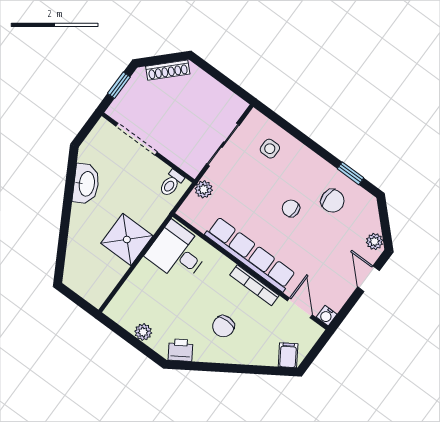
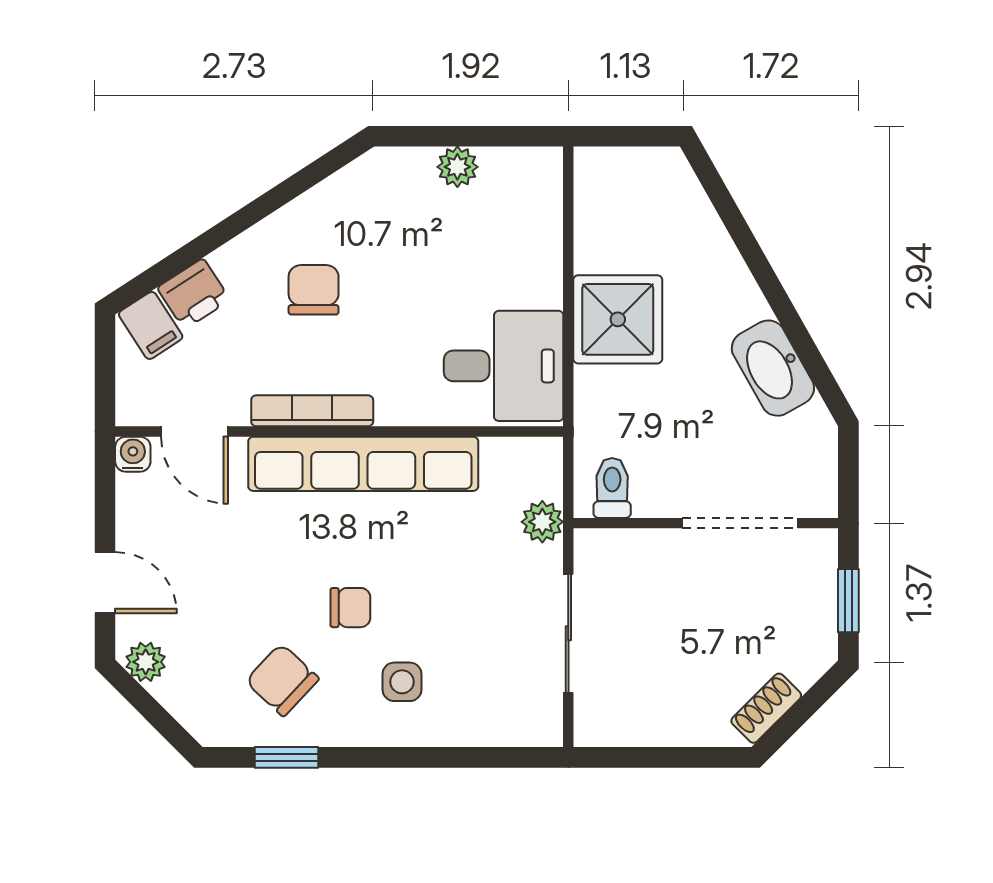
shoe rack: (168, 70) -> (766, 708), width x0.70
side table: (270, 149) -> (402, 682), moved
chair: (332, 201) -> (282, 680), turned 43
printer: (181, 350) -> (194, 294), moved

